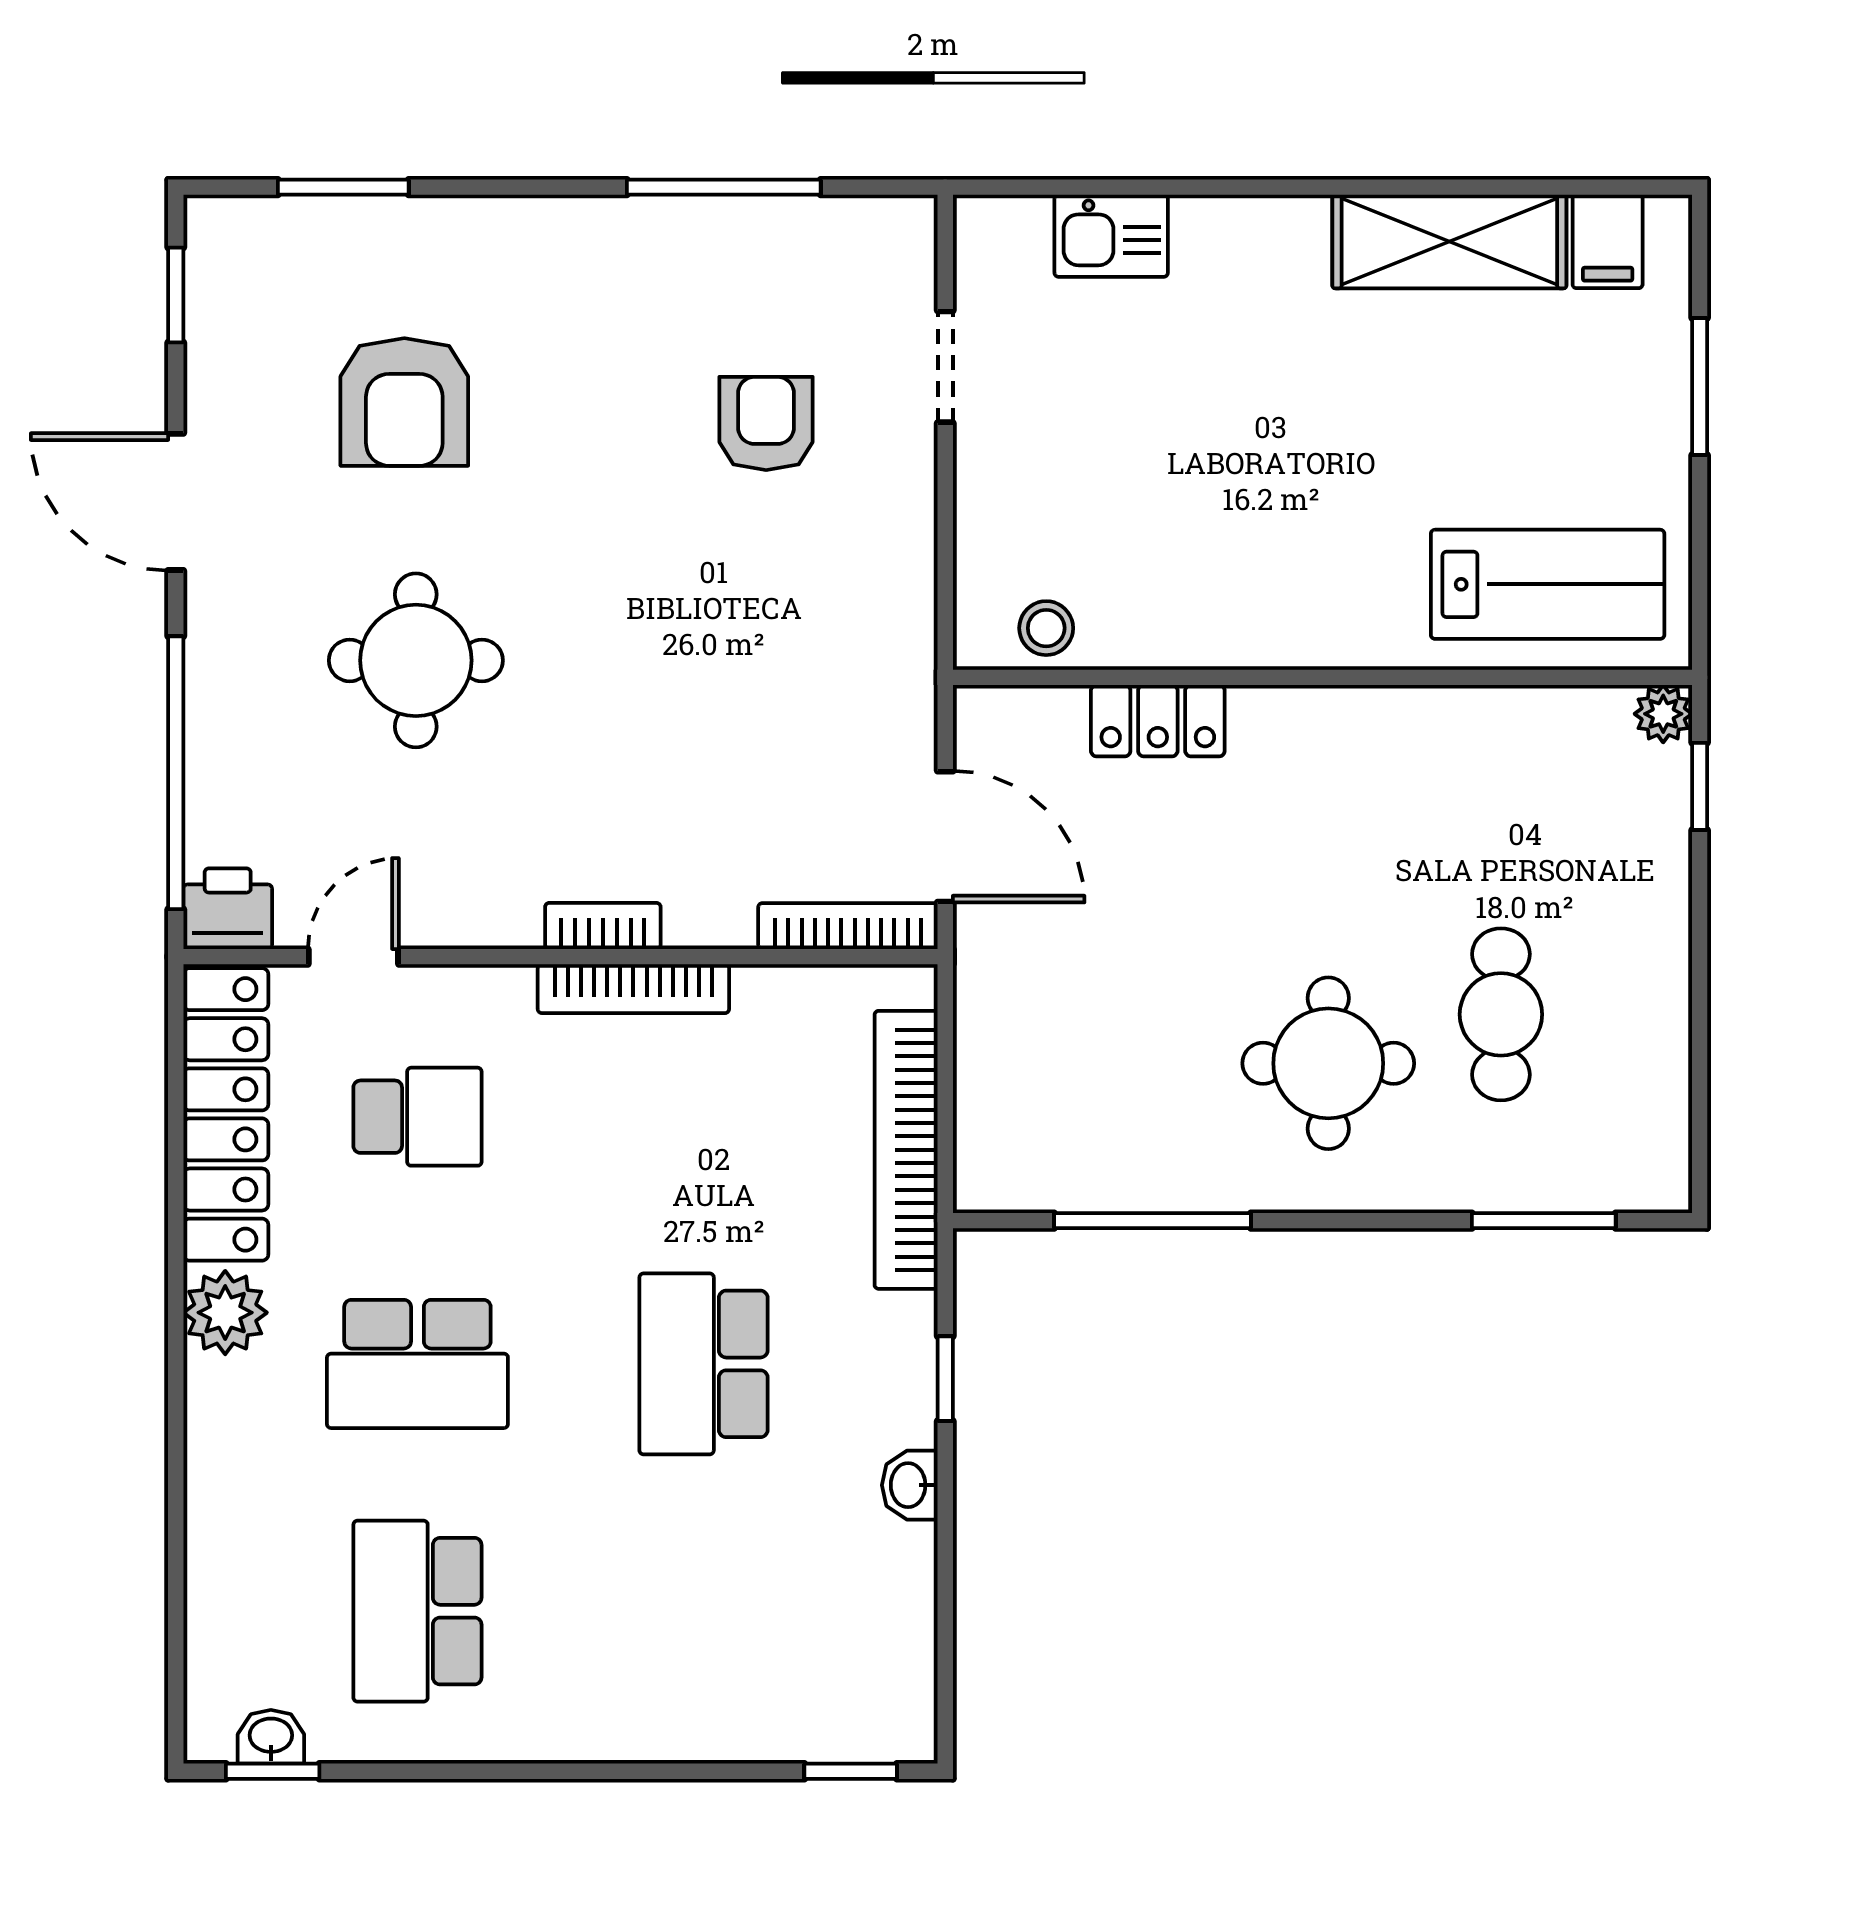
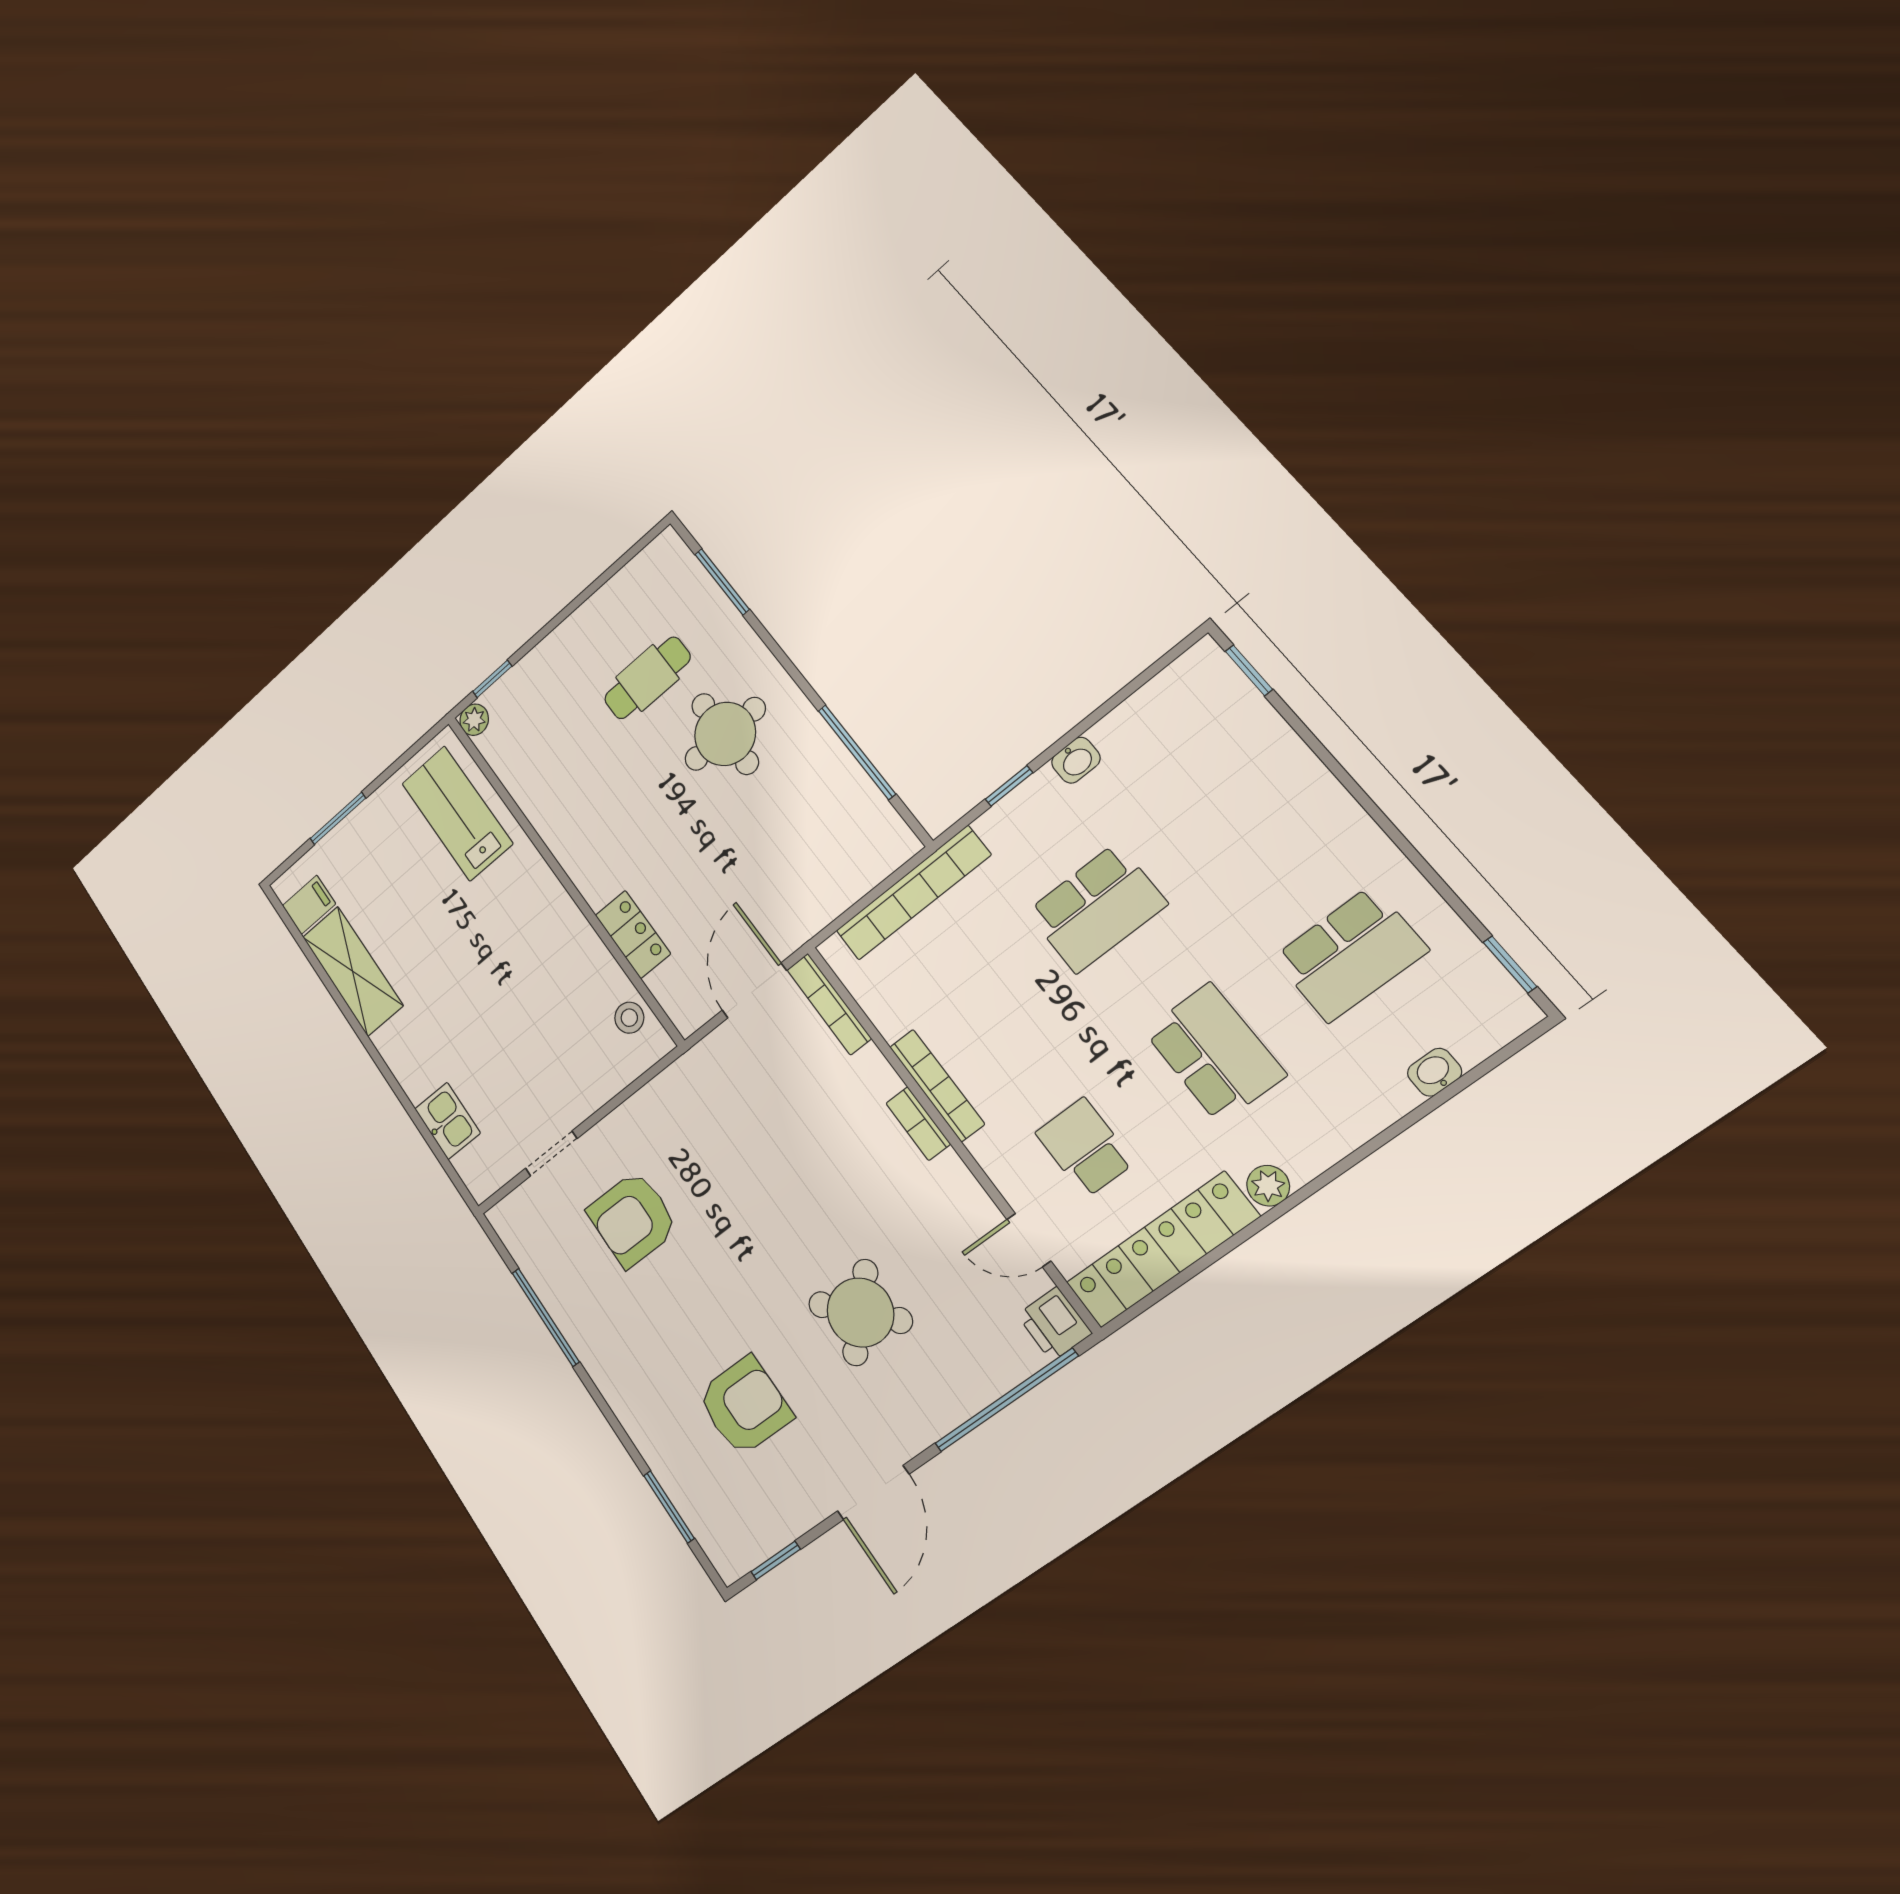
armchair: (766, 423) -> (632, 1219), width x1.38, depth x1.38
round table: (416, 660) -> (860, 1313), turned 45
plant: (225, 1313) -> (1268, 1186), width x0.73, depth x0.73
washbasin: (271, 1737) -> (1435, 1072), moved, turned 90

